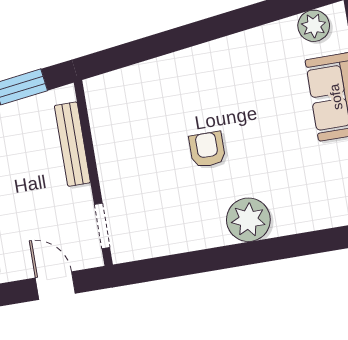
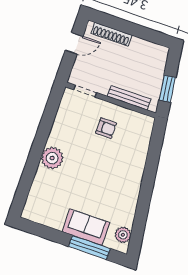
armchair: (207, 150) -> (106, 128), moved
door: (55, 286) -> (74, 43), moved

